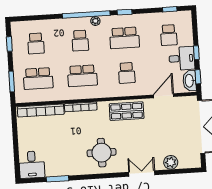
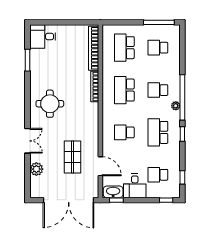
window: (9, 44) -> (159, 22), width x2.17
window: (196, 53) -> (166, 200), moved
window: (12, 82) -> (123, 22), removed
shop shelf: (127, 111) -> (72, 157), moved

